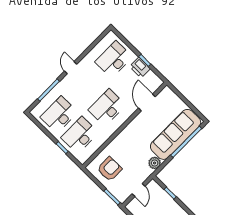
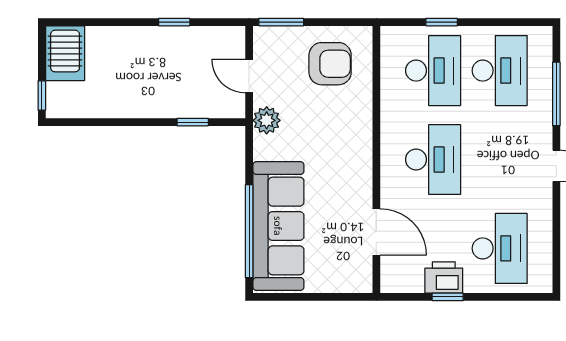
plant: (155, 163) -> (267, 120), moved
armchair: (110, 169) -> (330, 64), turned -90

